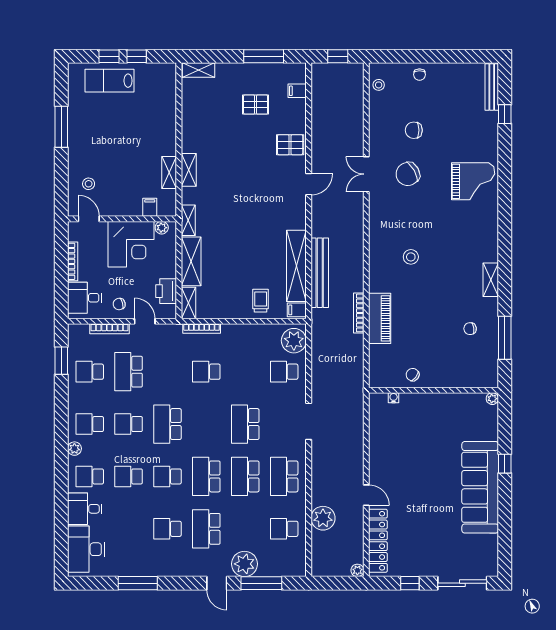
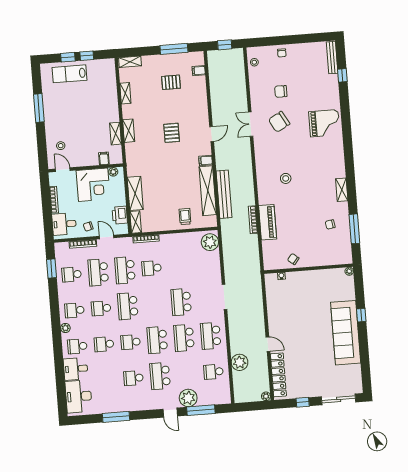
pallet: (290, 145) -> (172, 133), moved, turned 90
shelving: (188, 220) -> (125, 93), moved
filing cabinet: (297, 310) -> (206, 160), moved
school desk: (284, 372) -> (125, 270), moved, width x1.85

